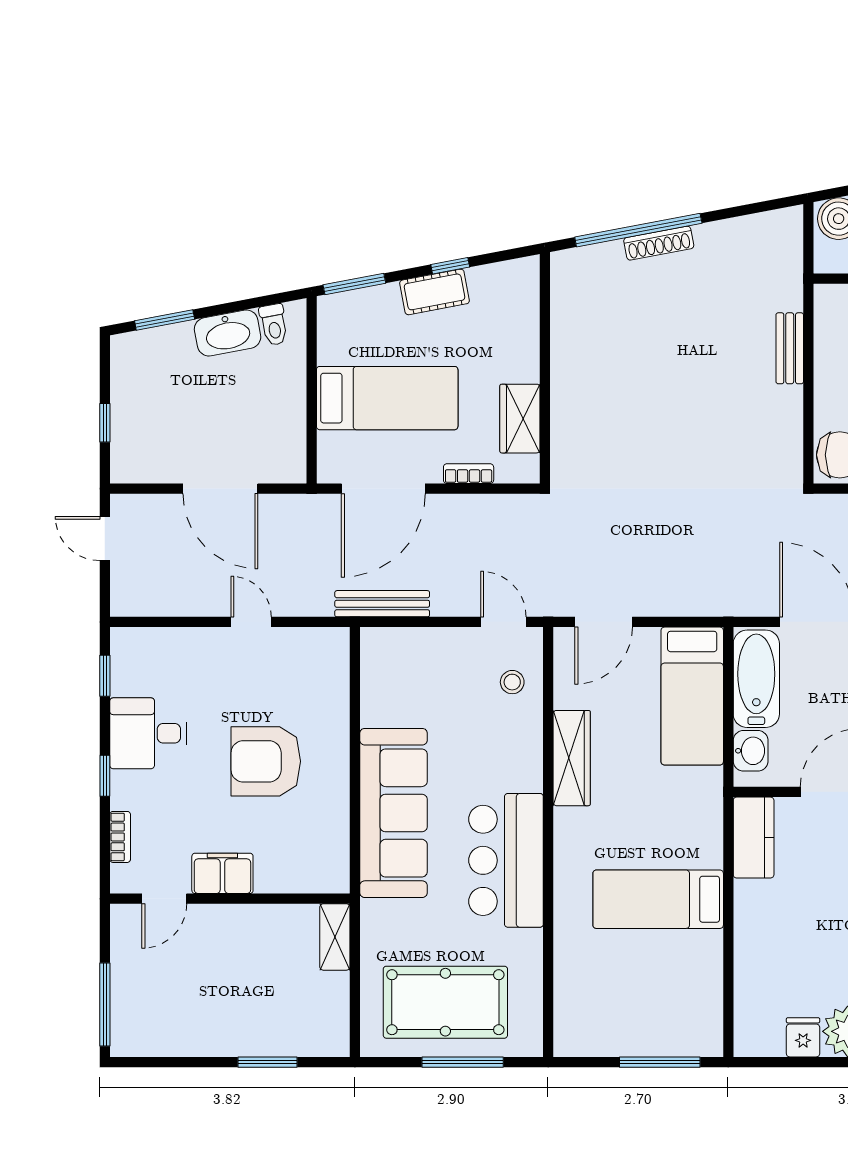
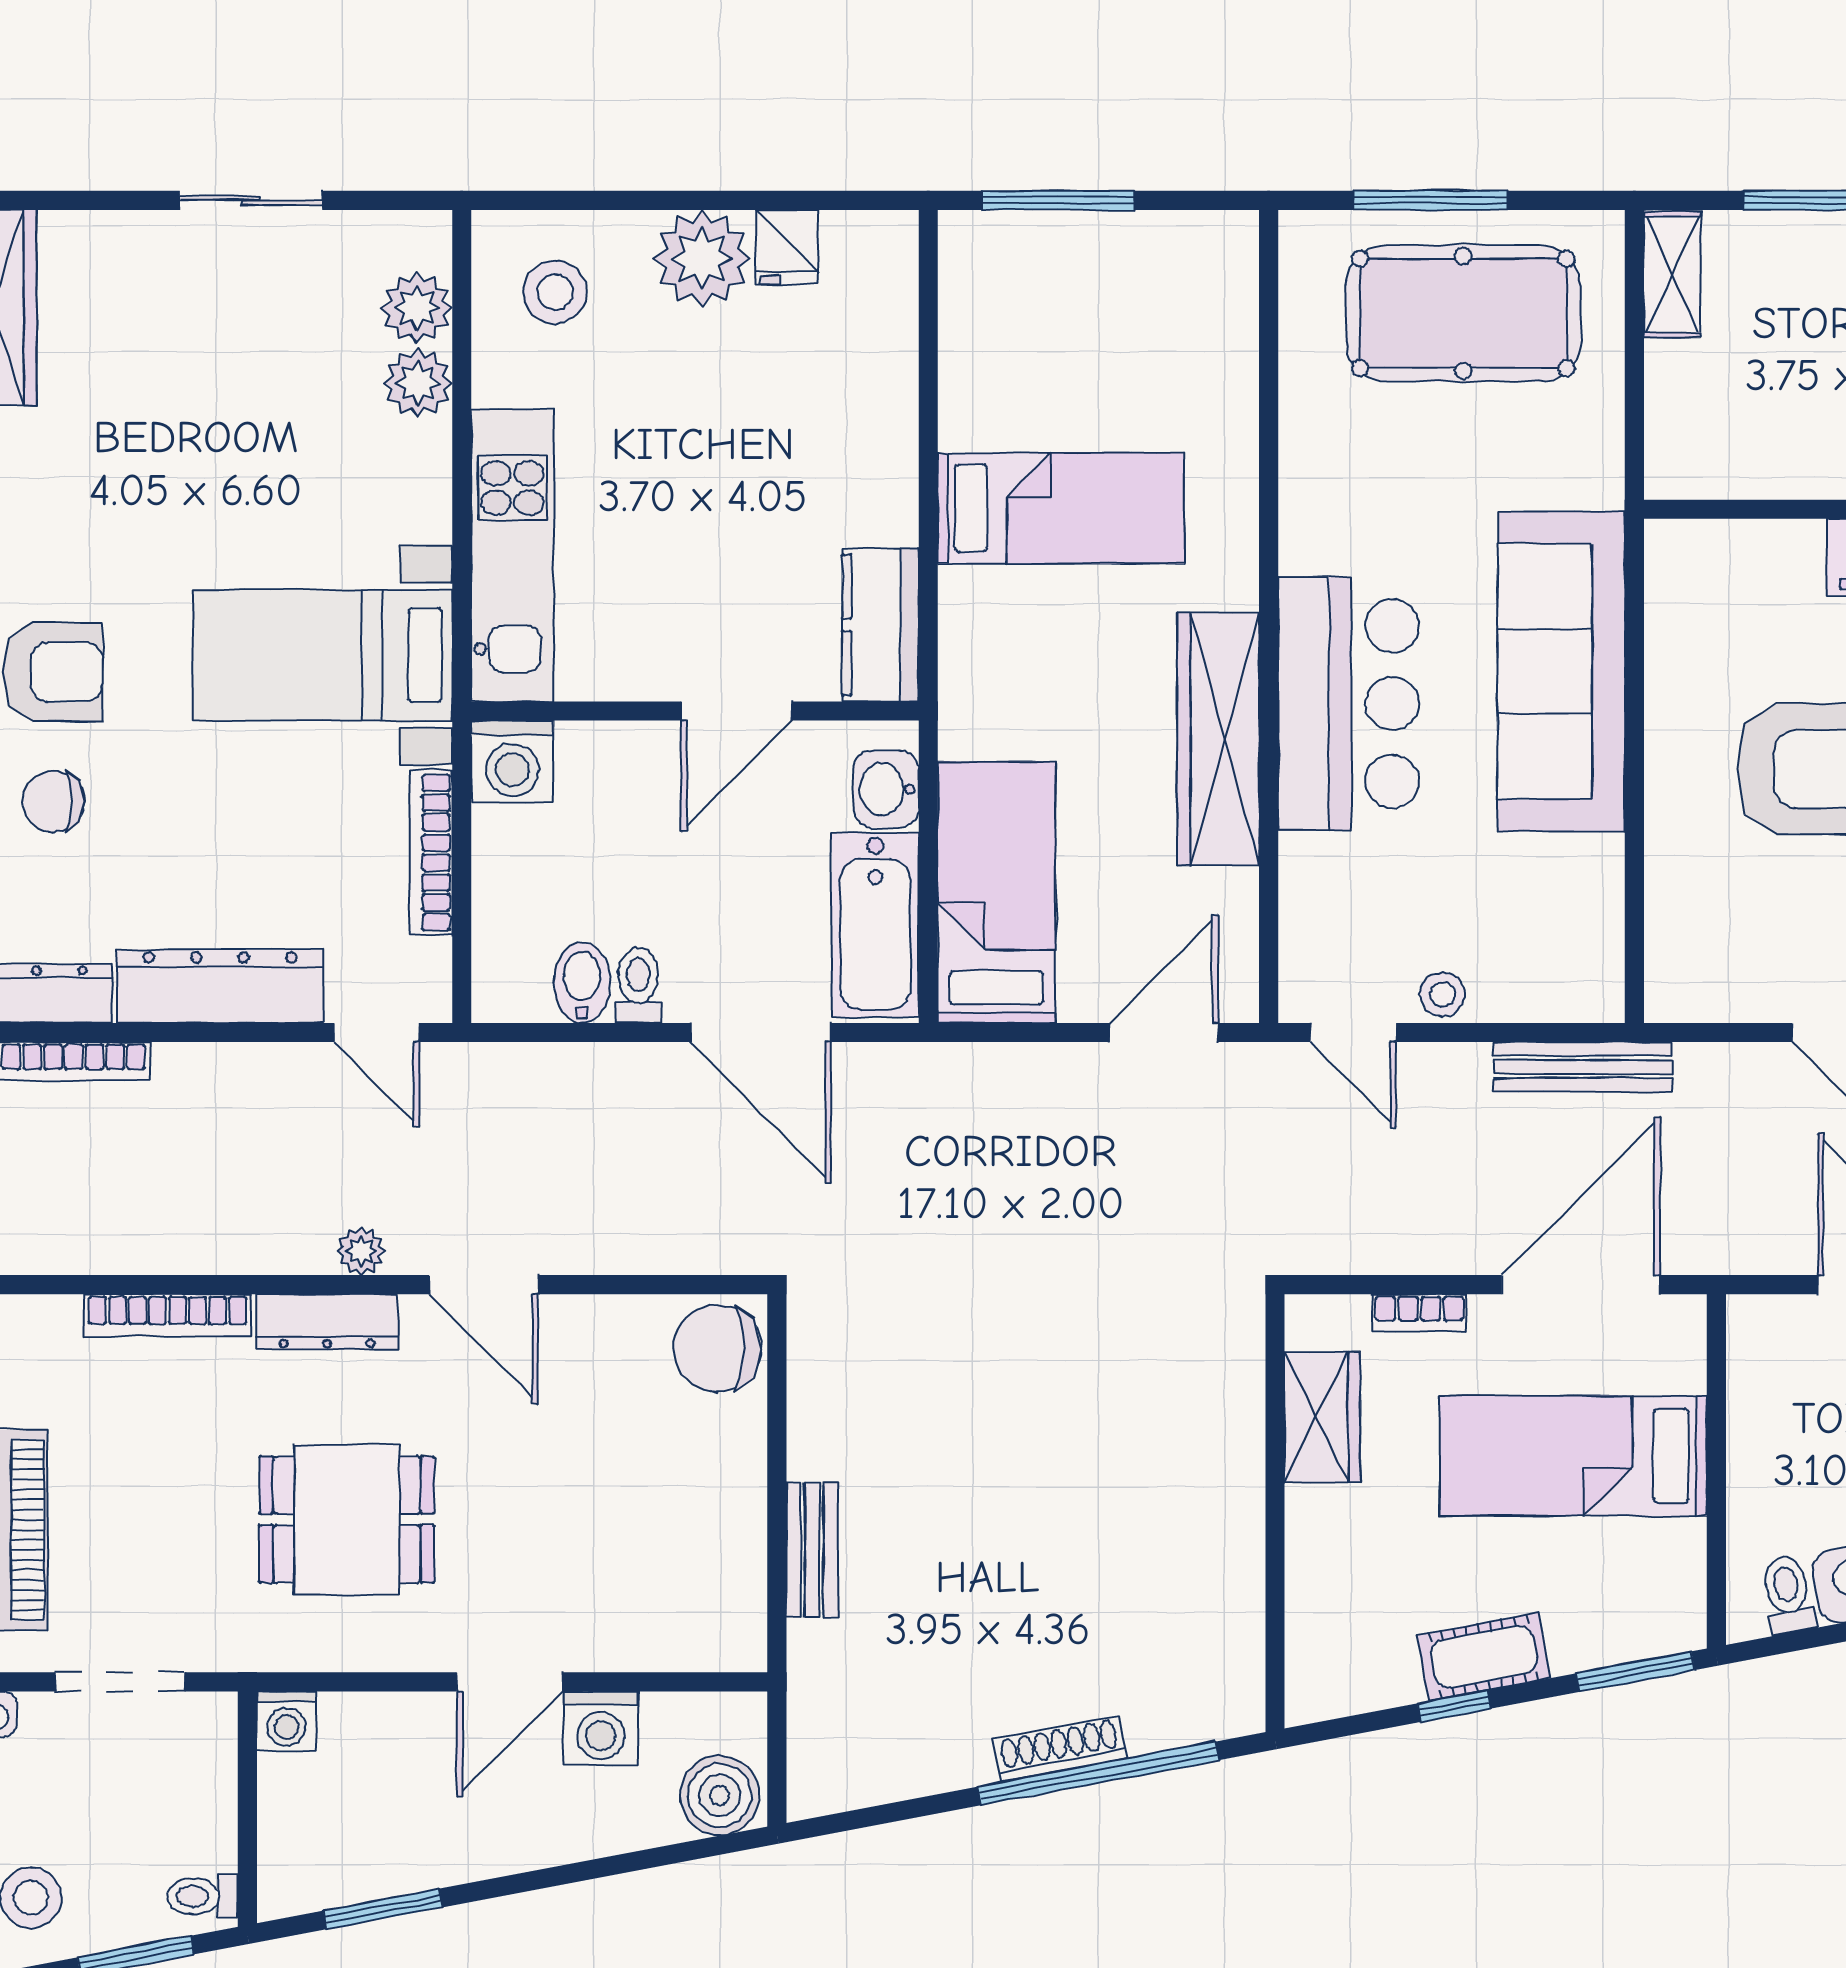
stool: (512, 682) -> (1442, 994), moved
wardrobe: (572, 758) -> (1218, 739), width x1.40, depth x1.17
bar counter: (506, 860) -> (1349, 704), moved
shelving: (335, 937) -> (1672, 274), moved

